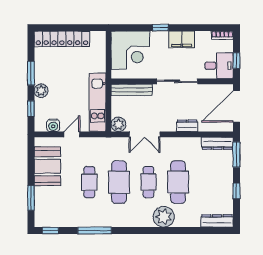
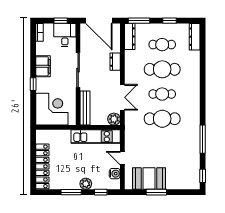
cafe table: (89, 182) -> (162, 45), moved
window: (31, 198) -> (156, 192), moved
plant: (164, 217) -> (191, 81), removed

